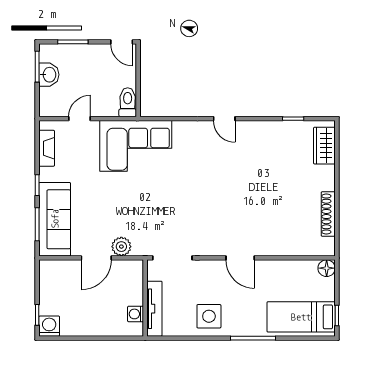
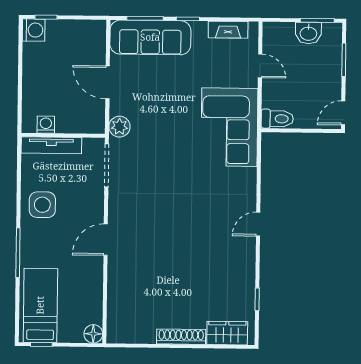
shoe rack: (328, 214) -> (181, 337), moved
plant: (121, 247) -> (119, 127), moved

